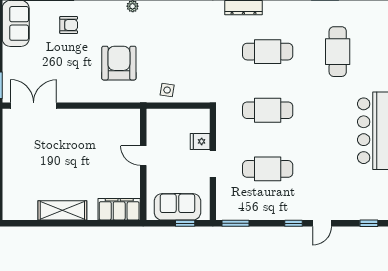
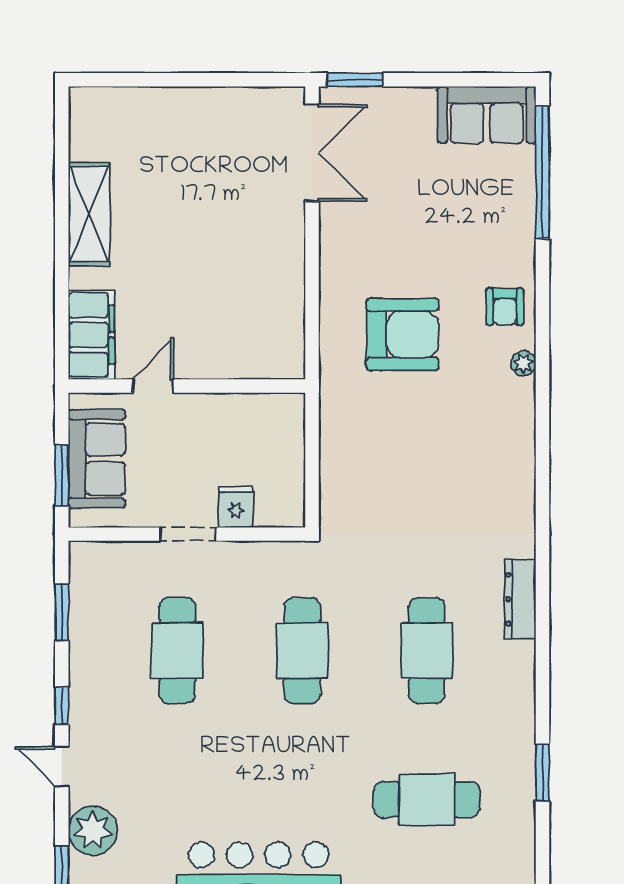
armchair: (69, 25) -> (505, 307), moved
side table: (167, 90) -> (345, 437), removed
door: (143, 156) -> (153, 386), moved
plant: (352, 209) -> (93, 831), added
window: (185, 223) -> (62, 475), width x1.50
window: (235, 223) -> (62, 612), moved

